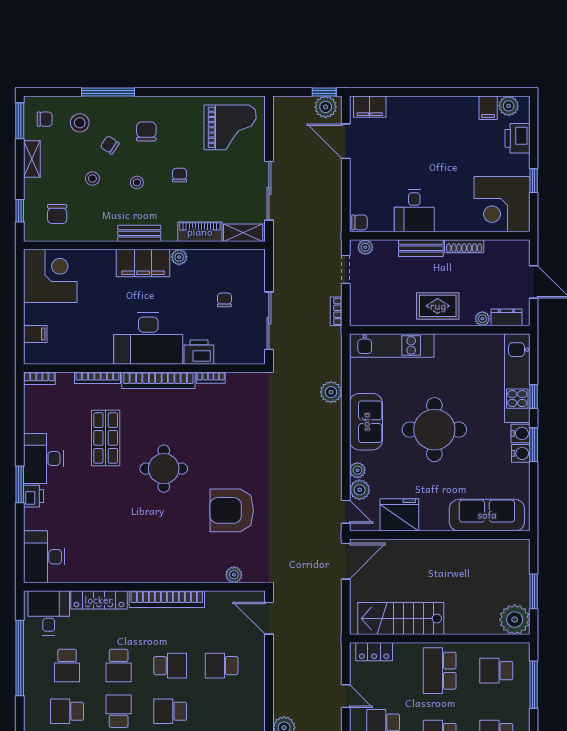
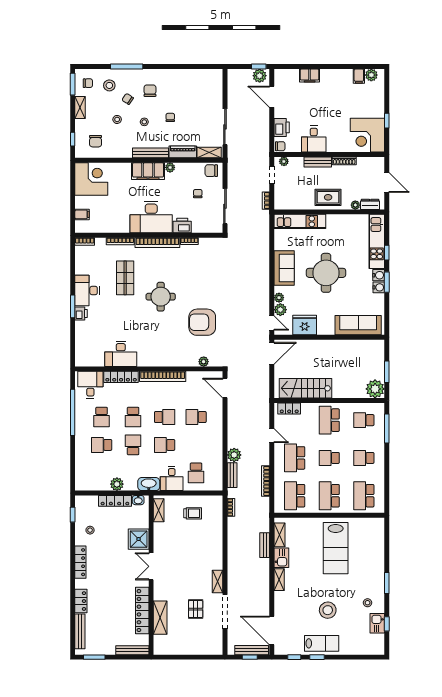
filing cabinet: (370, 107) -> (310, 75), moved
grand piano: (230, 127) -> (201, 88), removed
printer: (517, 138) -> (282, 127), moved, turned 180
bench: (139, 233) -> (150, 153), width x1.36
chair: (247, 262) -> (211, 171), added
plant: (331, 392) -> (263, 250), removed
desk: (44, 557) -> (121, 354), moved, turned -90

